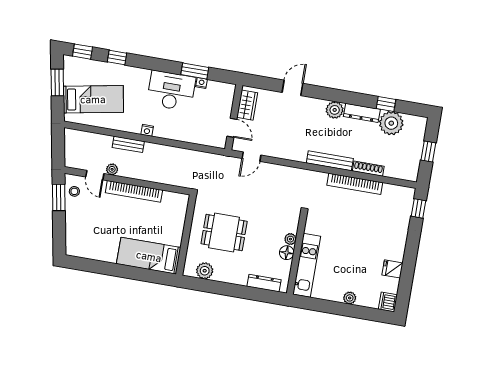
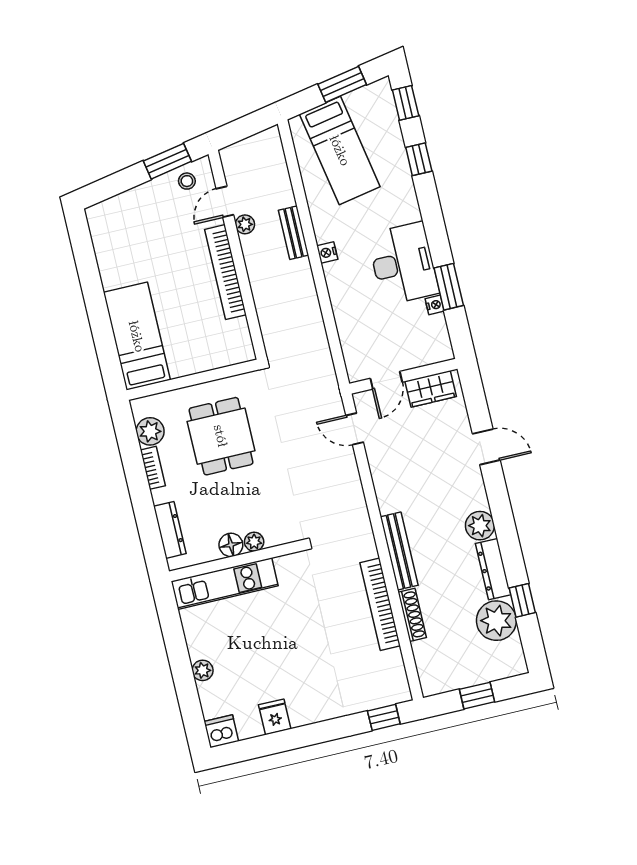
bookcase: (226, 278) -> (153, 468), added

